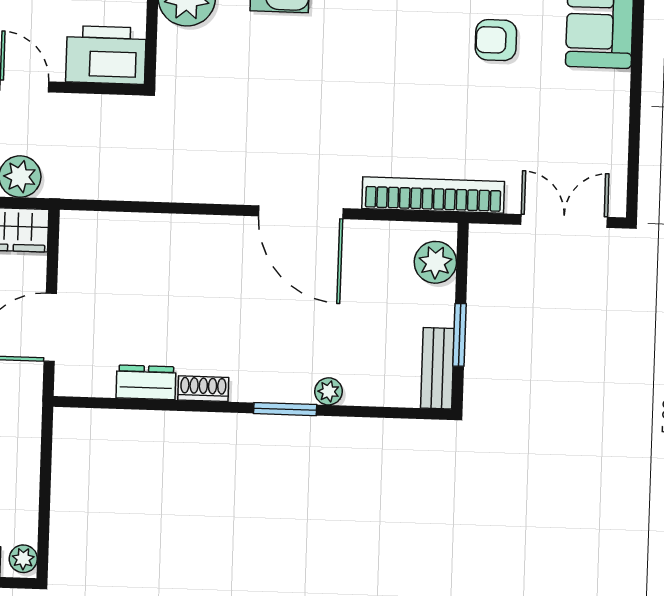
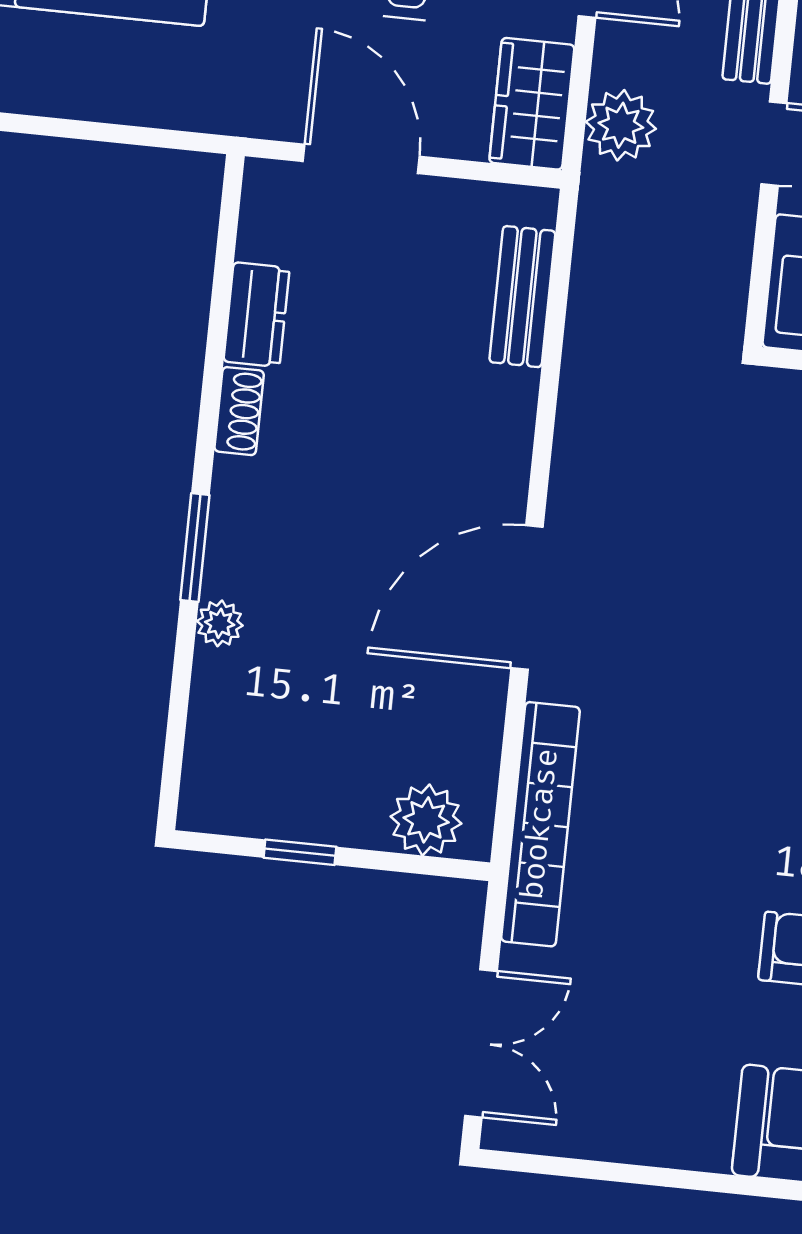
window: (459, 335) -> (300, 852), width x0.67
bench: (437, 368) -> (522, 297), moved, turned 90

